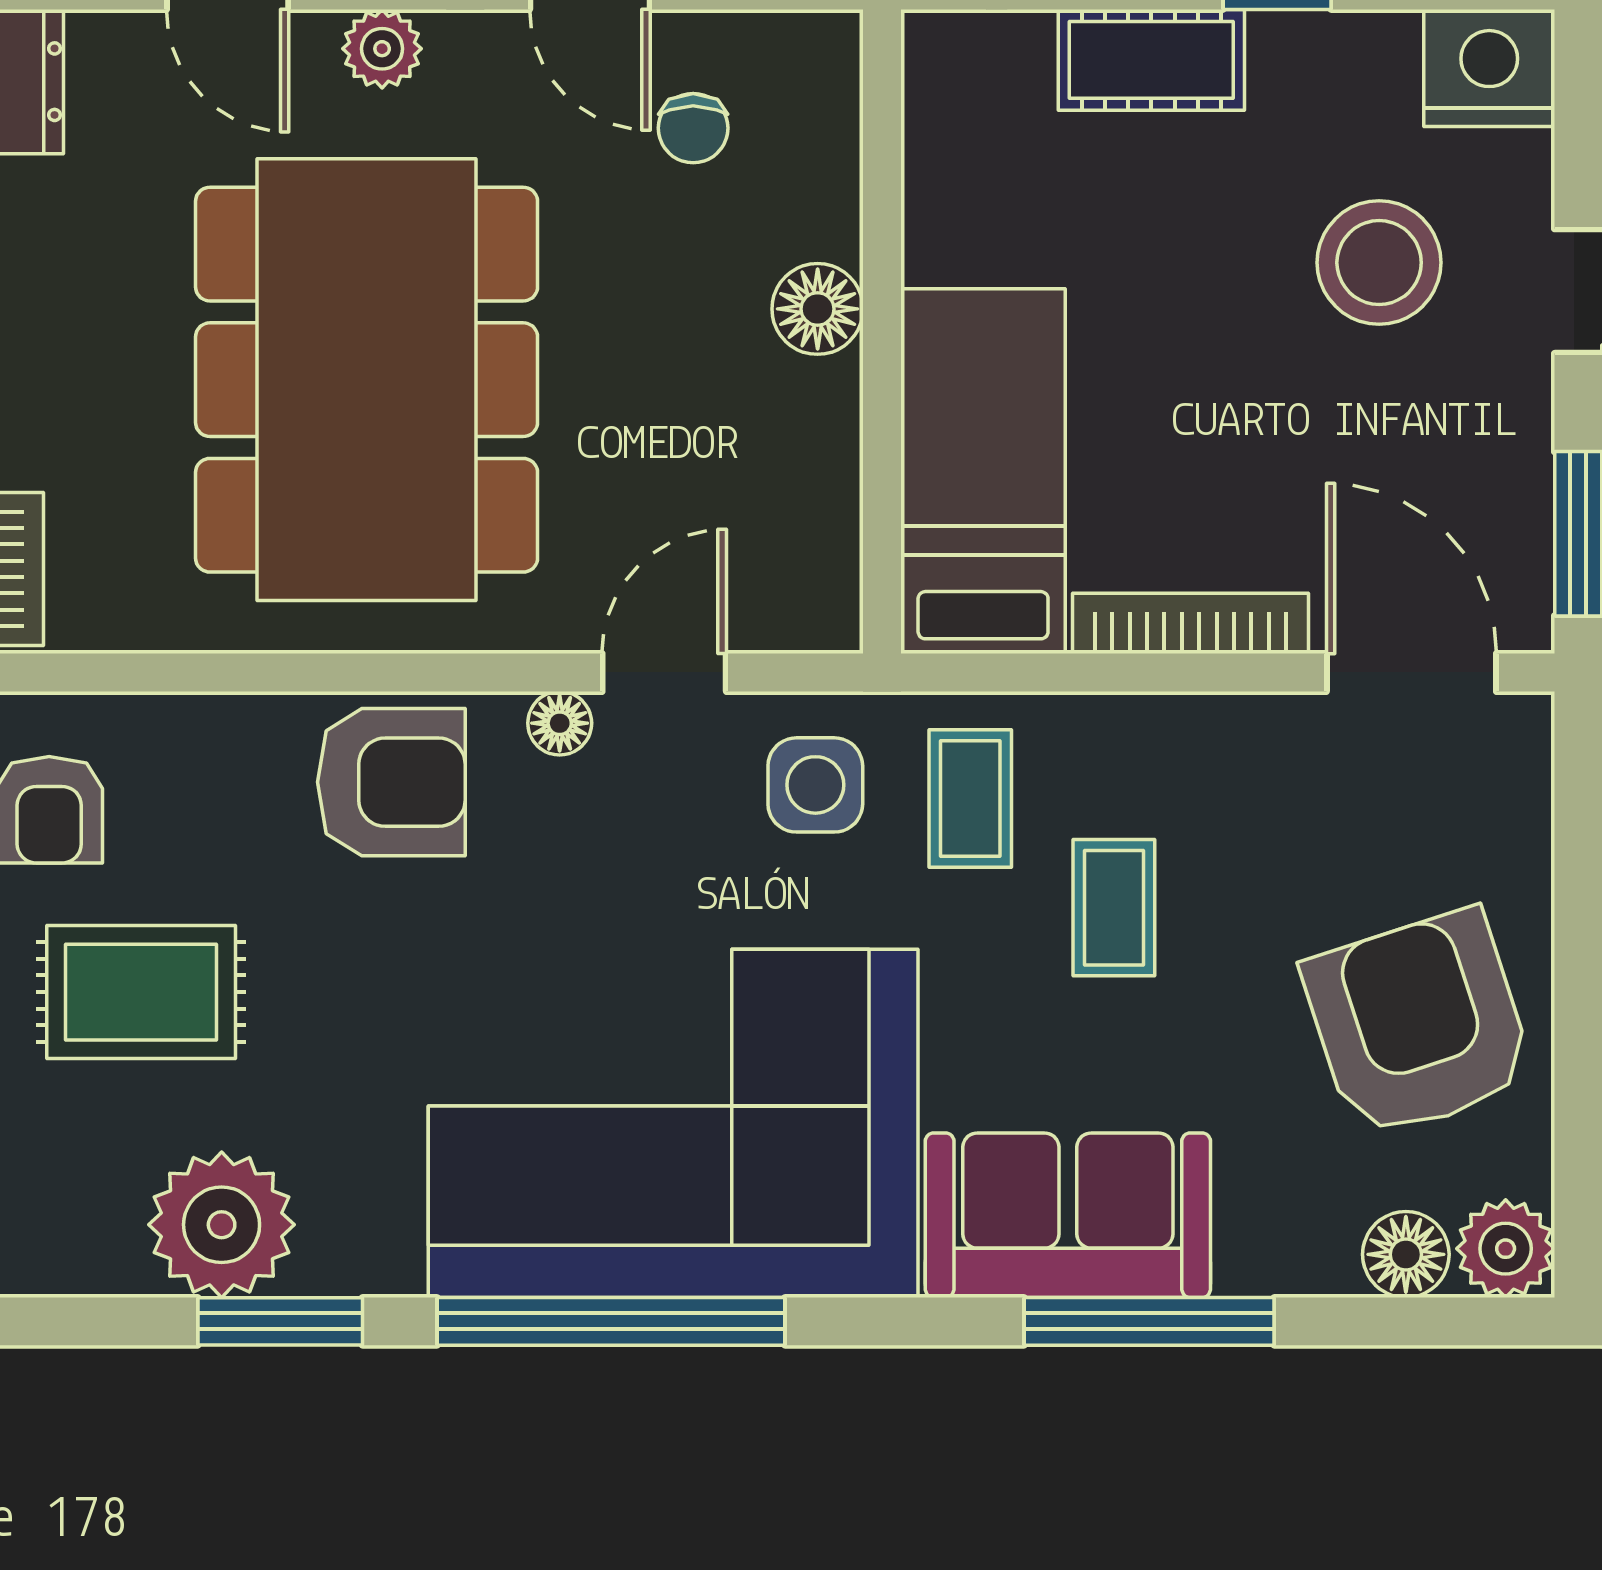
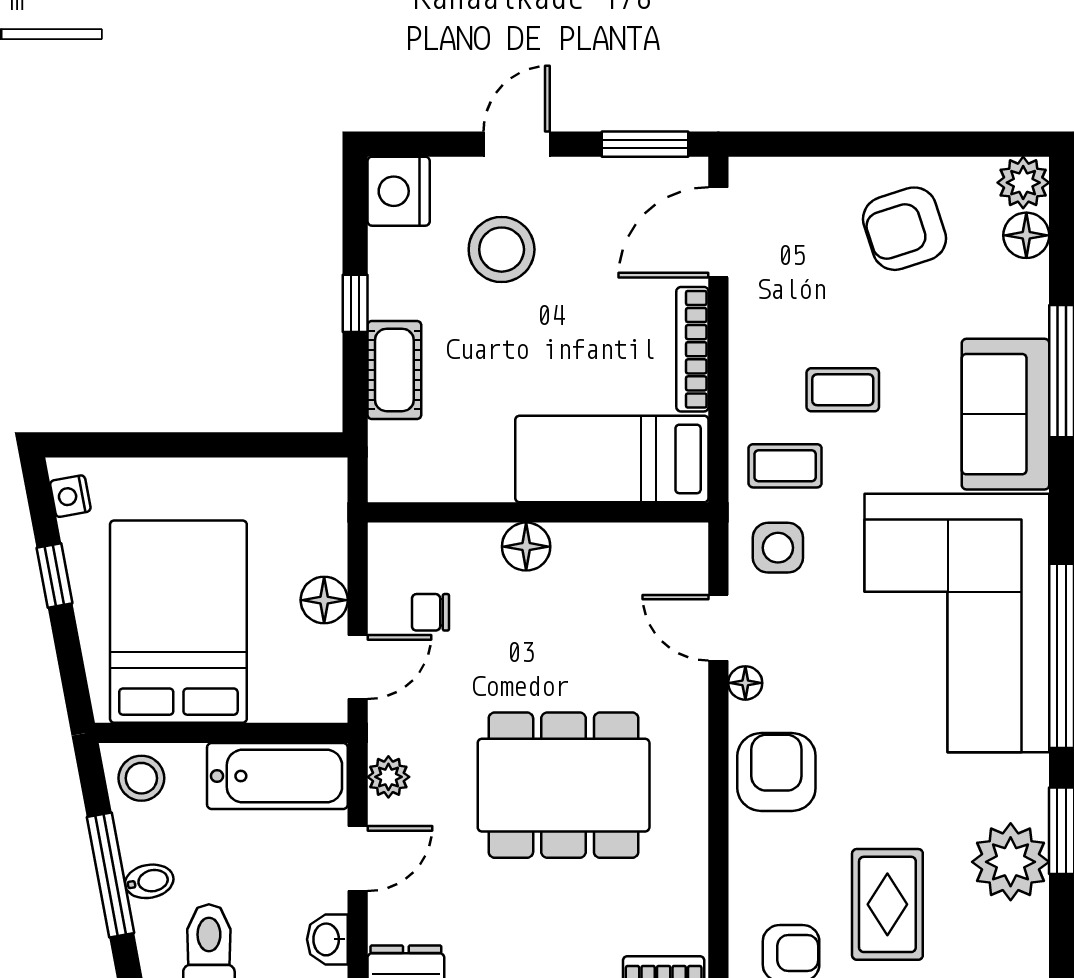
chair: (693, 128) -> (430, 612), turned 180
dining table: (367, 380) -> (564, 785), width x0.73, depth x0.80
armchair: (1418, 1024) -> (905, 229), width x0.73, depth x0.73

